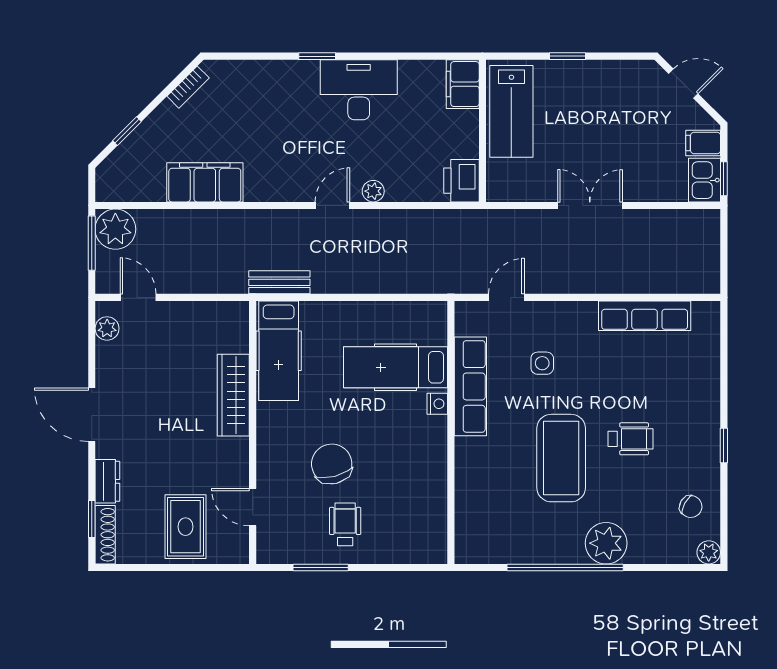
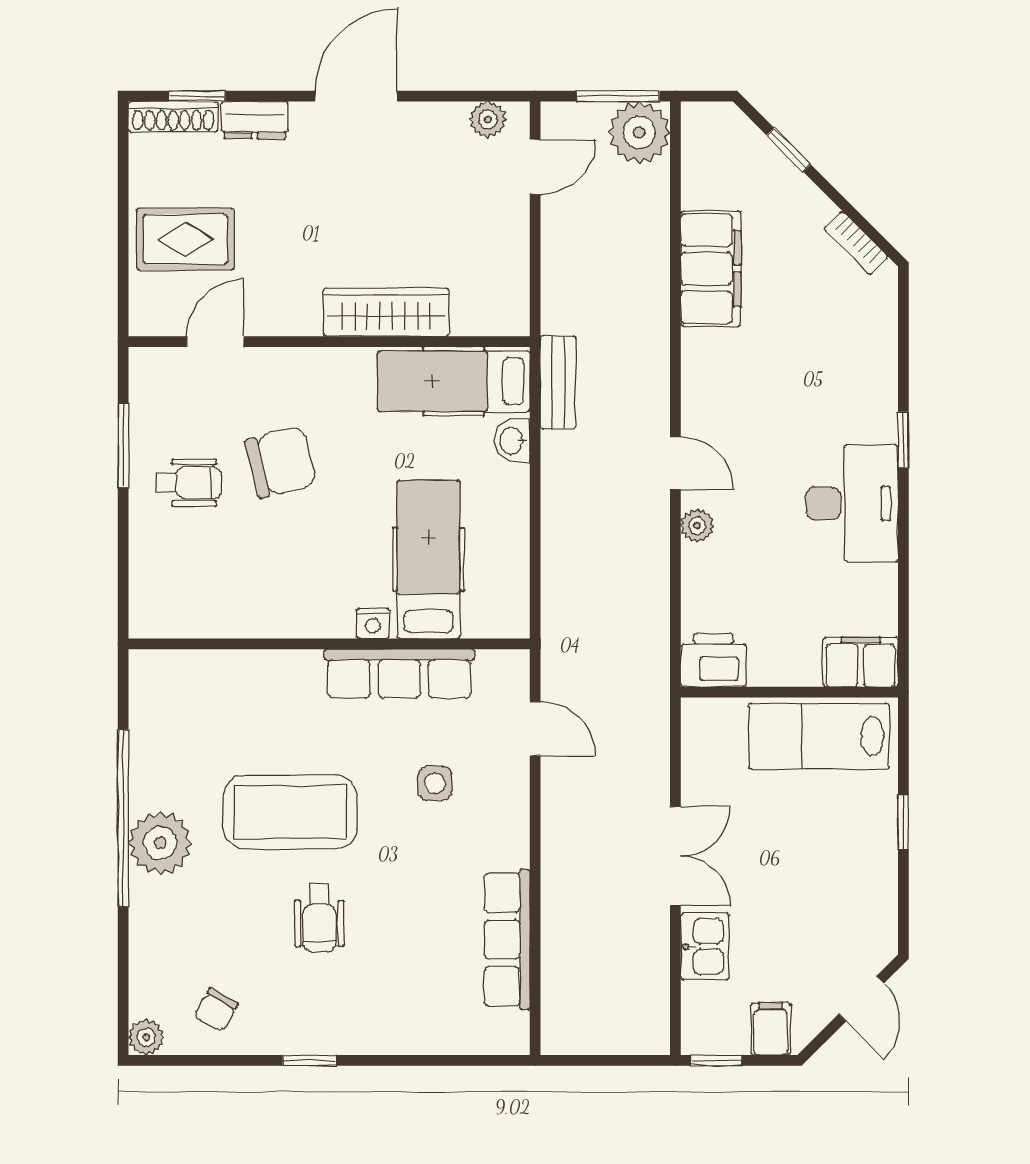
kitchen sink: (704, 180) -> (705, 947), moved, turned 90
washbasin: (318, 312) -> (512, 441), added
plant: (606, 543) -> (160, 843), moved

